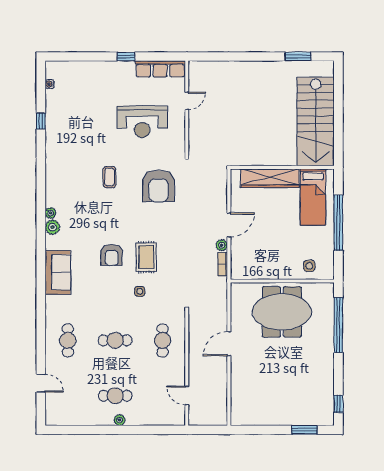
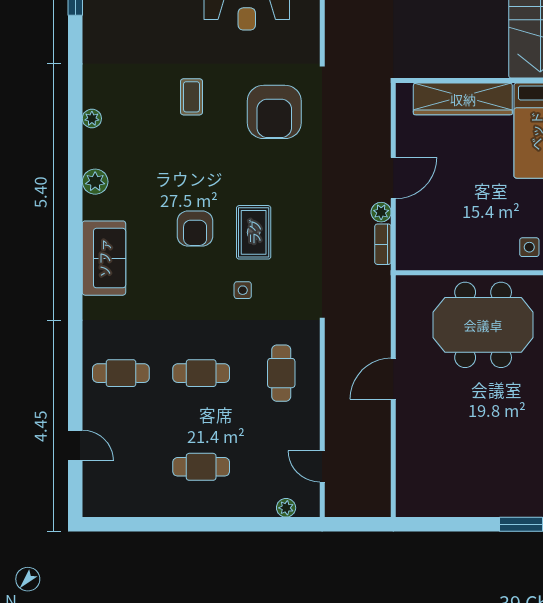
plant: (51, 213) -> (92, 118), moved
cafe table: (68, 340) -> (121, 373), turned 90
plant: (120, 420) -> (286, 508), moved

